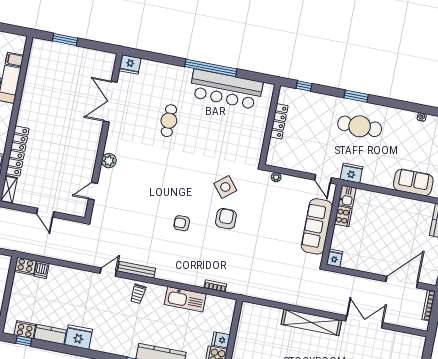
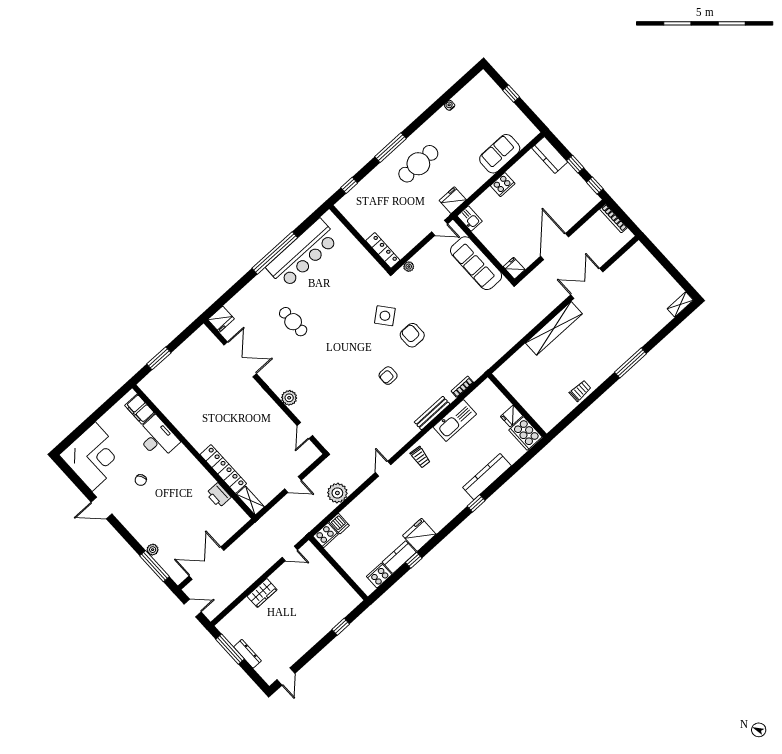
filing cabinet: (14, 60) -> (140, 409), width x2.00
window: (356, 96) -> (391, 148), width x1.44
double door: (110, 102) -> (240, 359), swing flipped
locker: (279, 121) -> (383, 250), moved
cooker: (343, 216) -> (503, 185), moved, turned 90
plant: (64, 251) -> (337, 493), added
bench: (137, 270) -> (432, 413), moved
door: (402, 282) -> (555, 246), moved
window: (24, 341) -> (414, 560), moved

